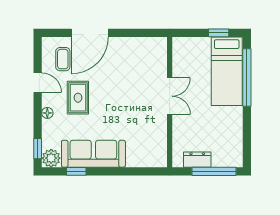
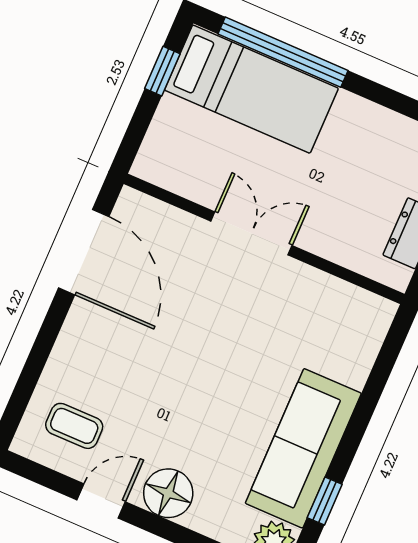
door: (90, 33) -> (84, 252), moved
rug: (78, 98) -> (170, 429), removed
floor lamp: (47, 113) -> (168, 493), width x1.89, depth x1.89

